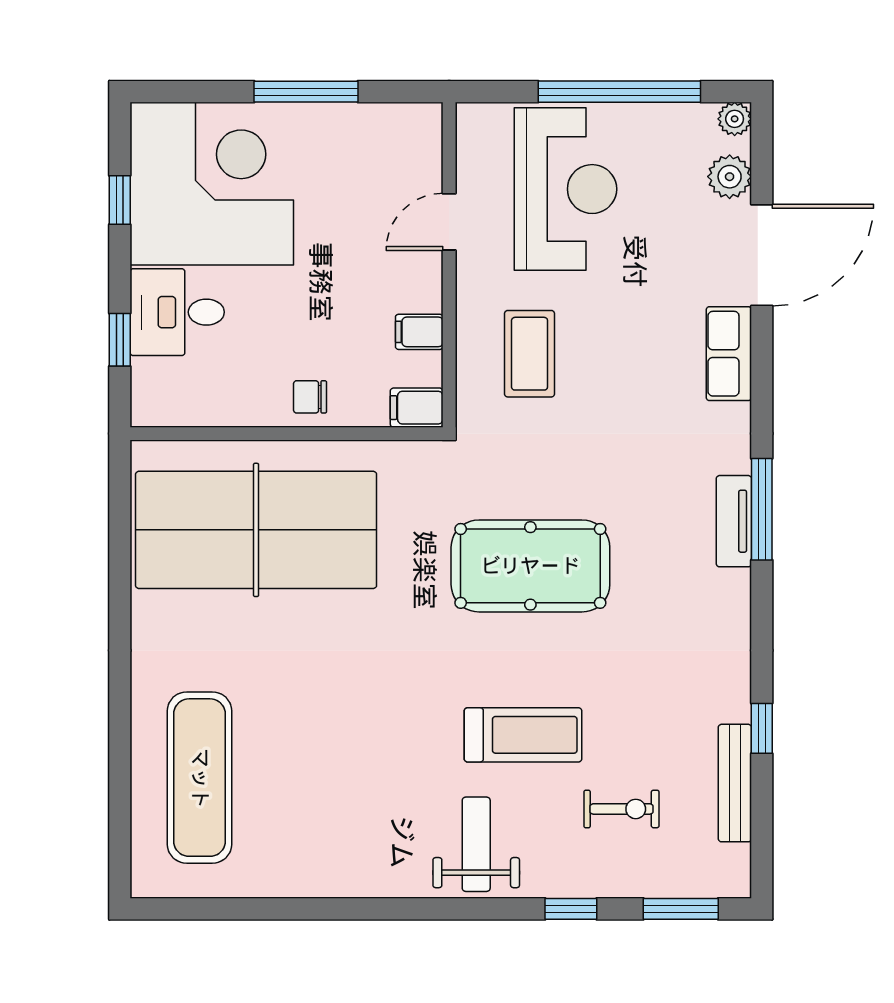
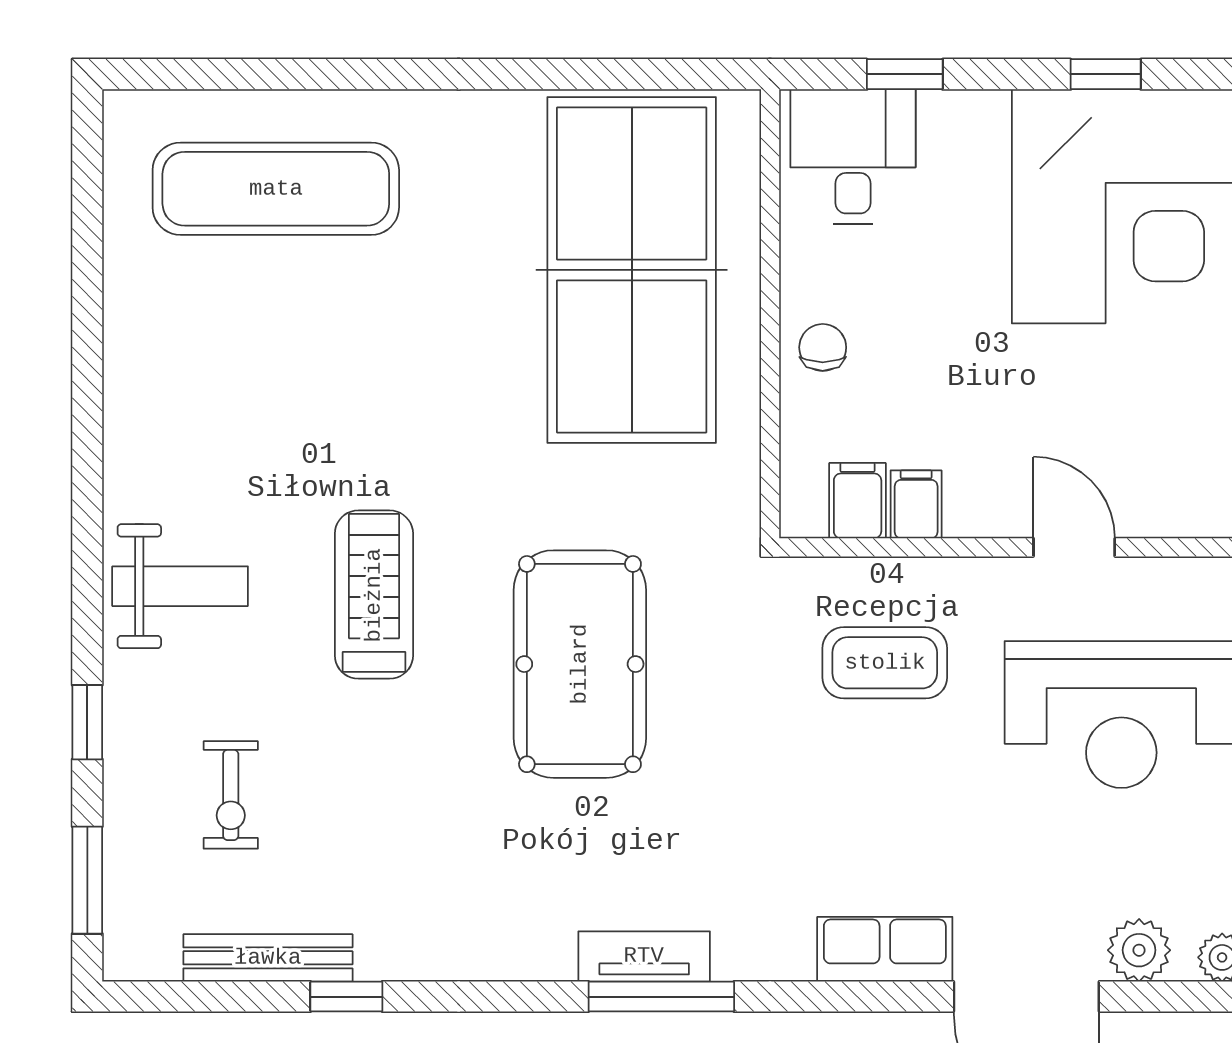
desk: (177, 312) -> (853, 157), moved
filing cabinet: (417, 408) -> (858, 501), moved
treadmill: (523, 735) -> (374, 595), moved, turned 180

